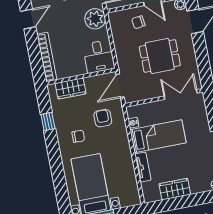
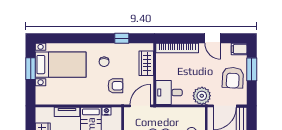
door: (120, 86) -> (140, 106), hinge flipped

